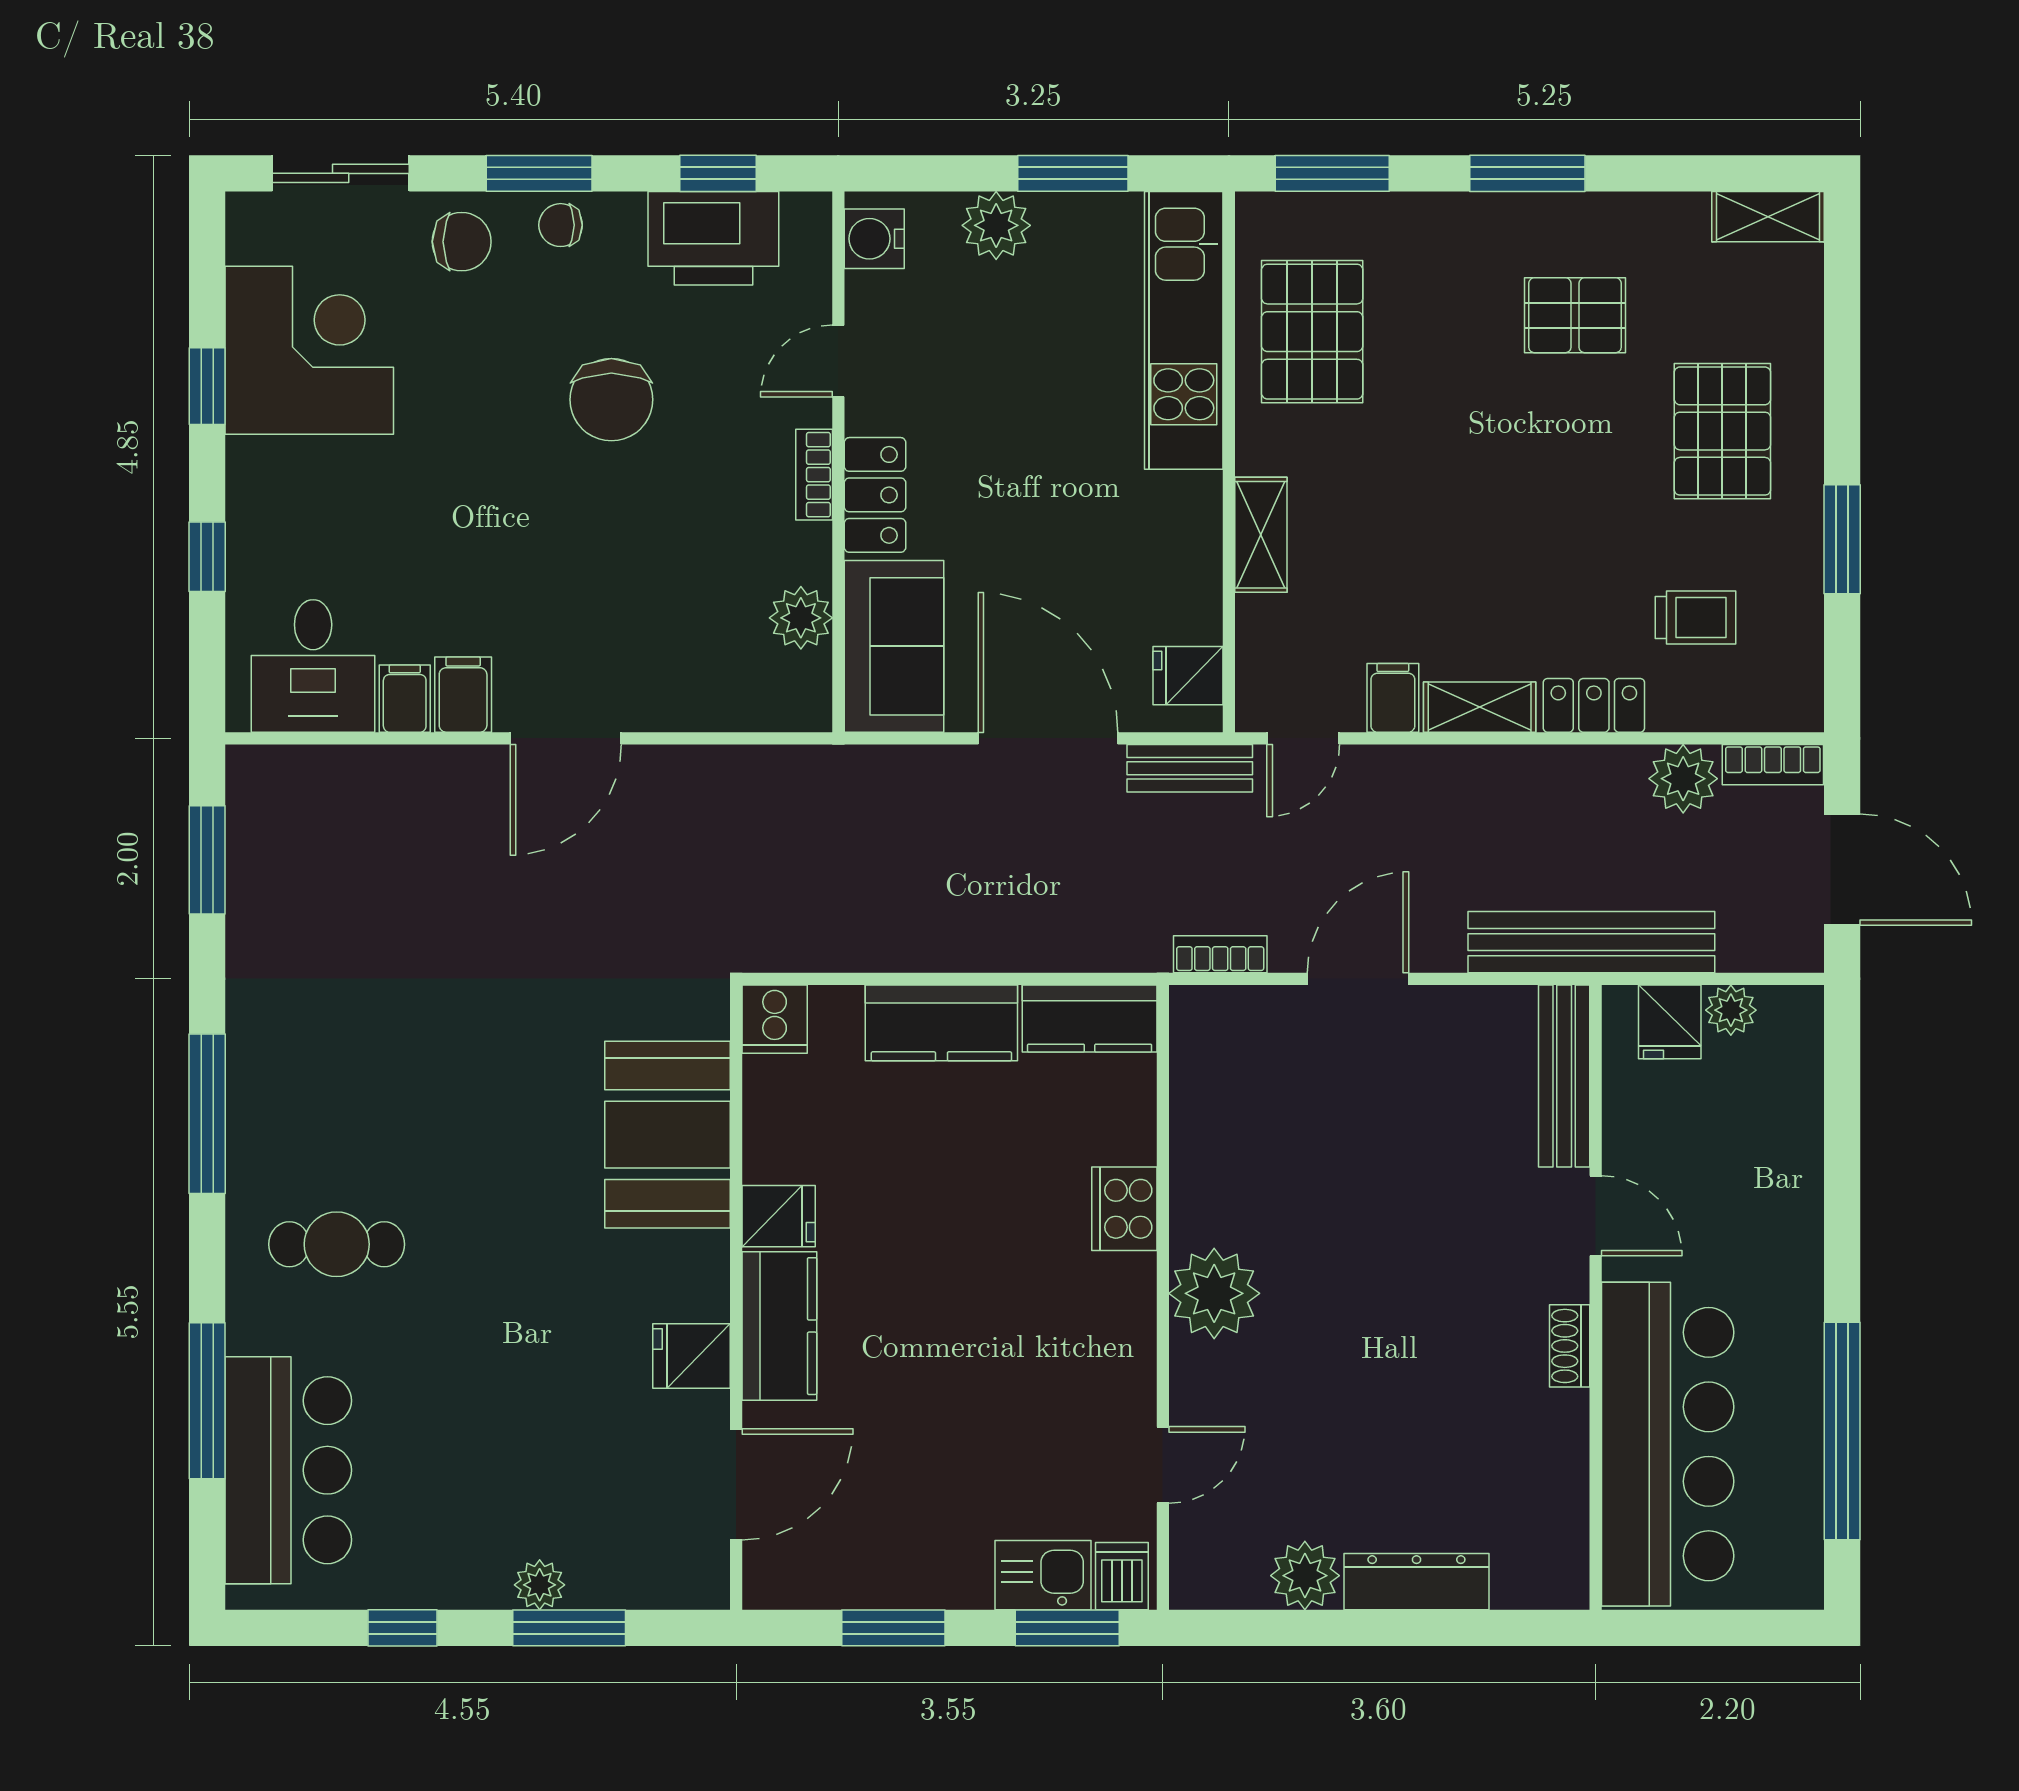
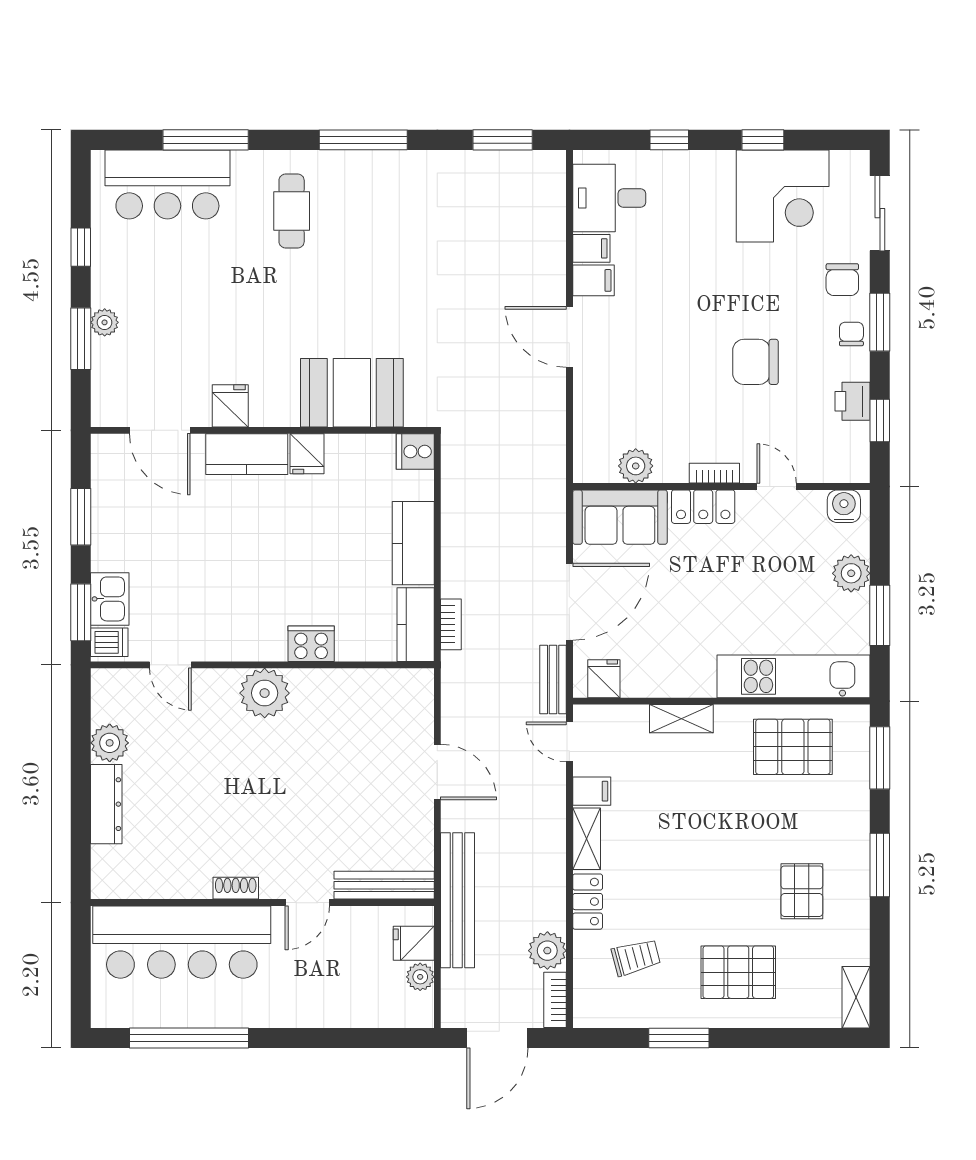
printer: (713, 238) -> (853, 401), width x0.53, depth x0.68
trolley: (1695, 617) -> (636, 957), turned -105
bookcase: (1220, 954) -> (451, 624), moved

